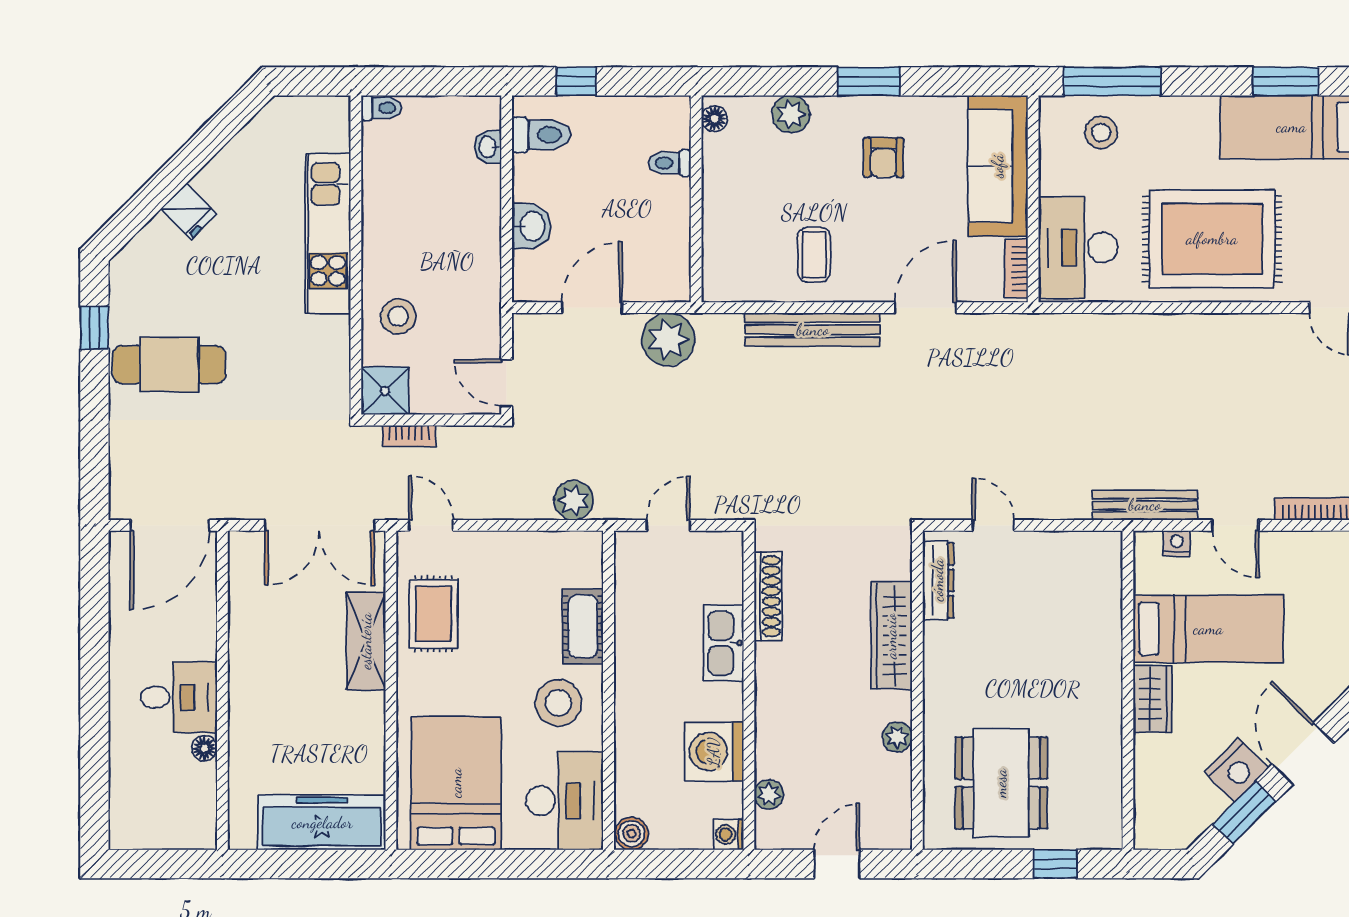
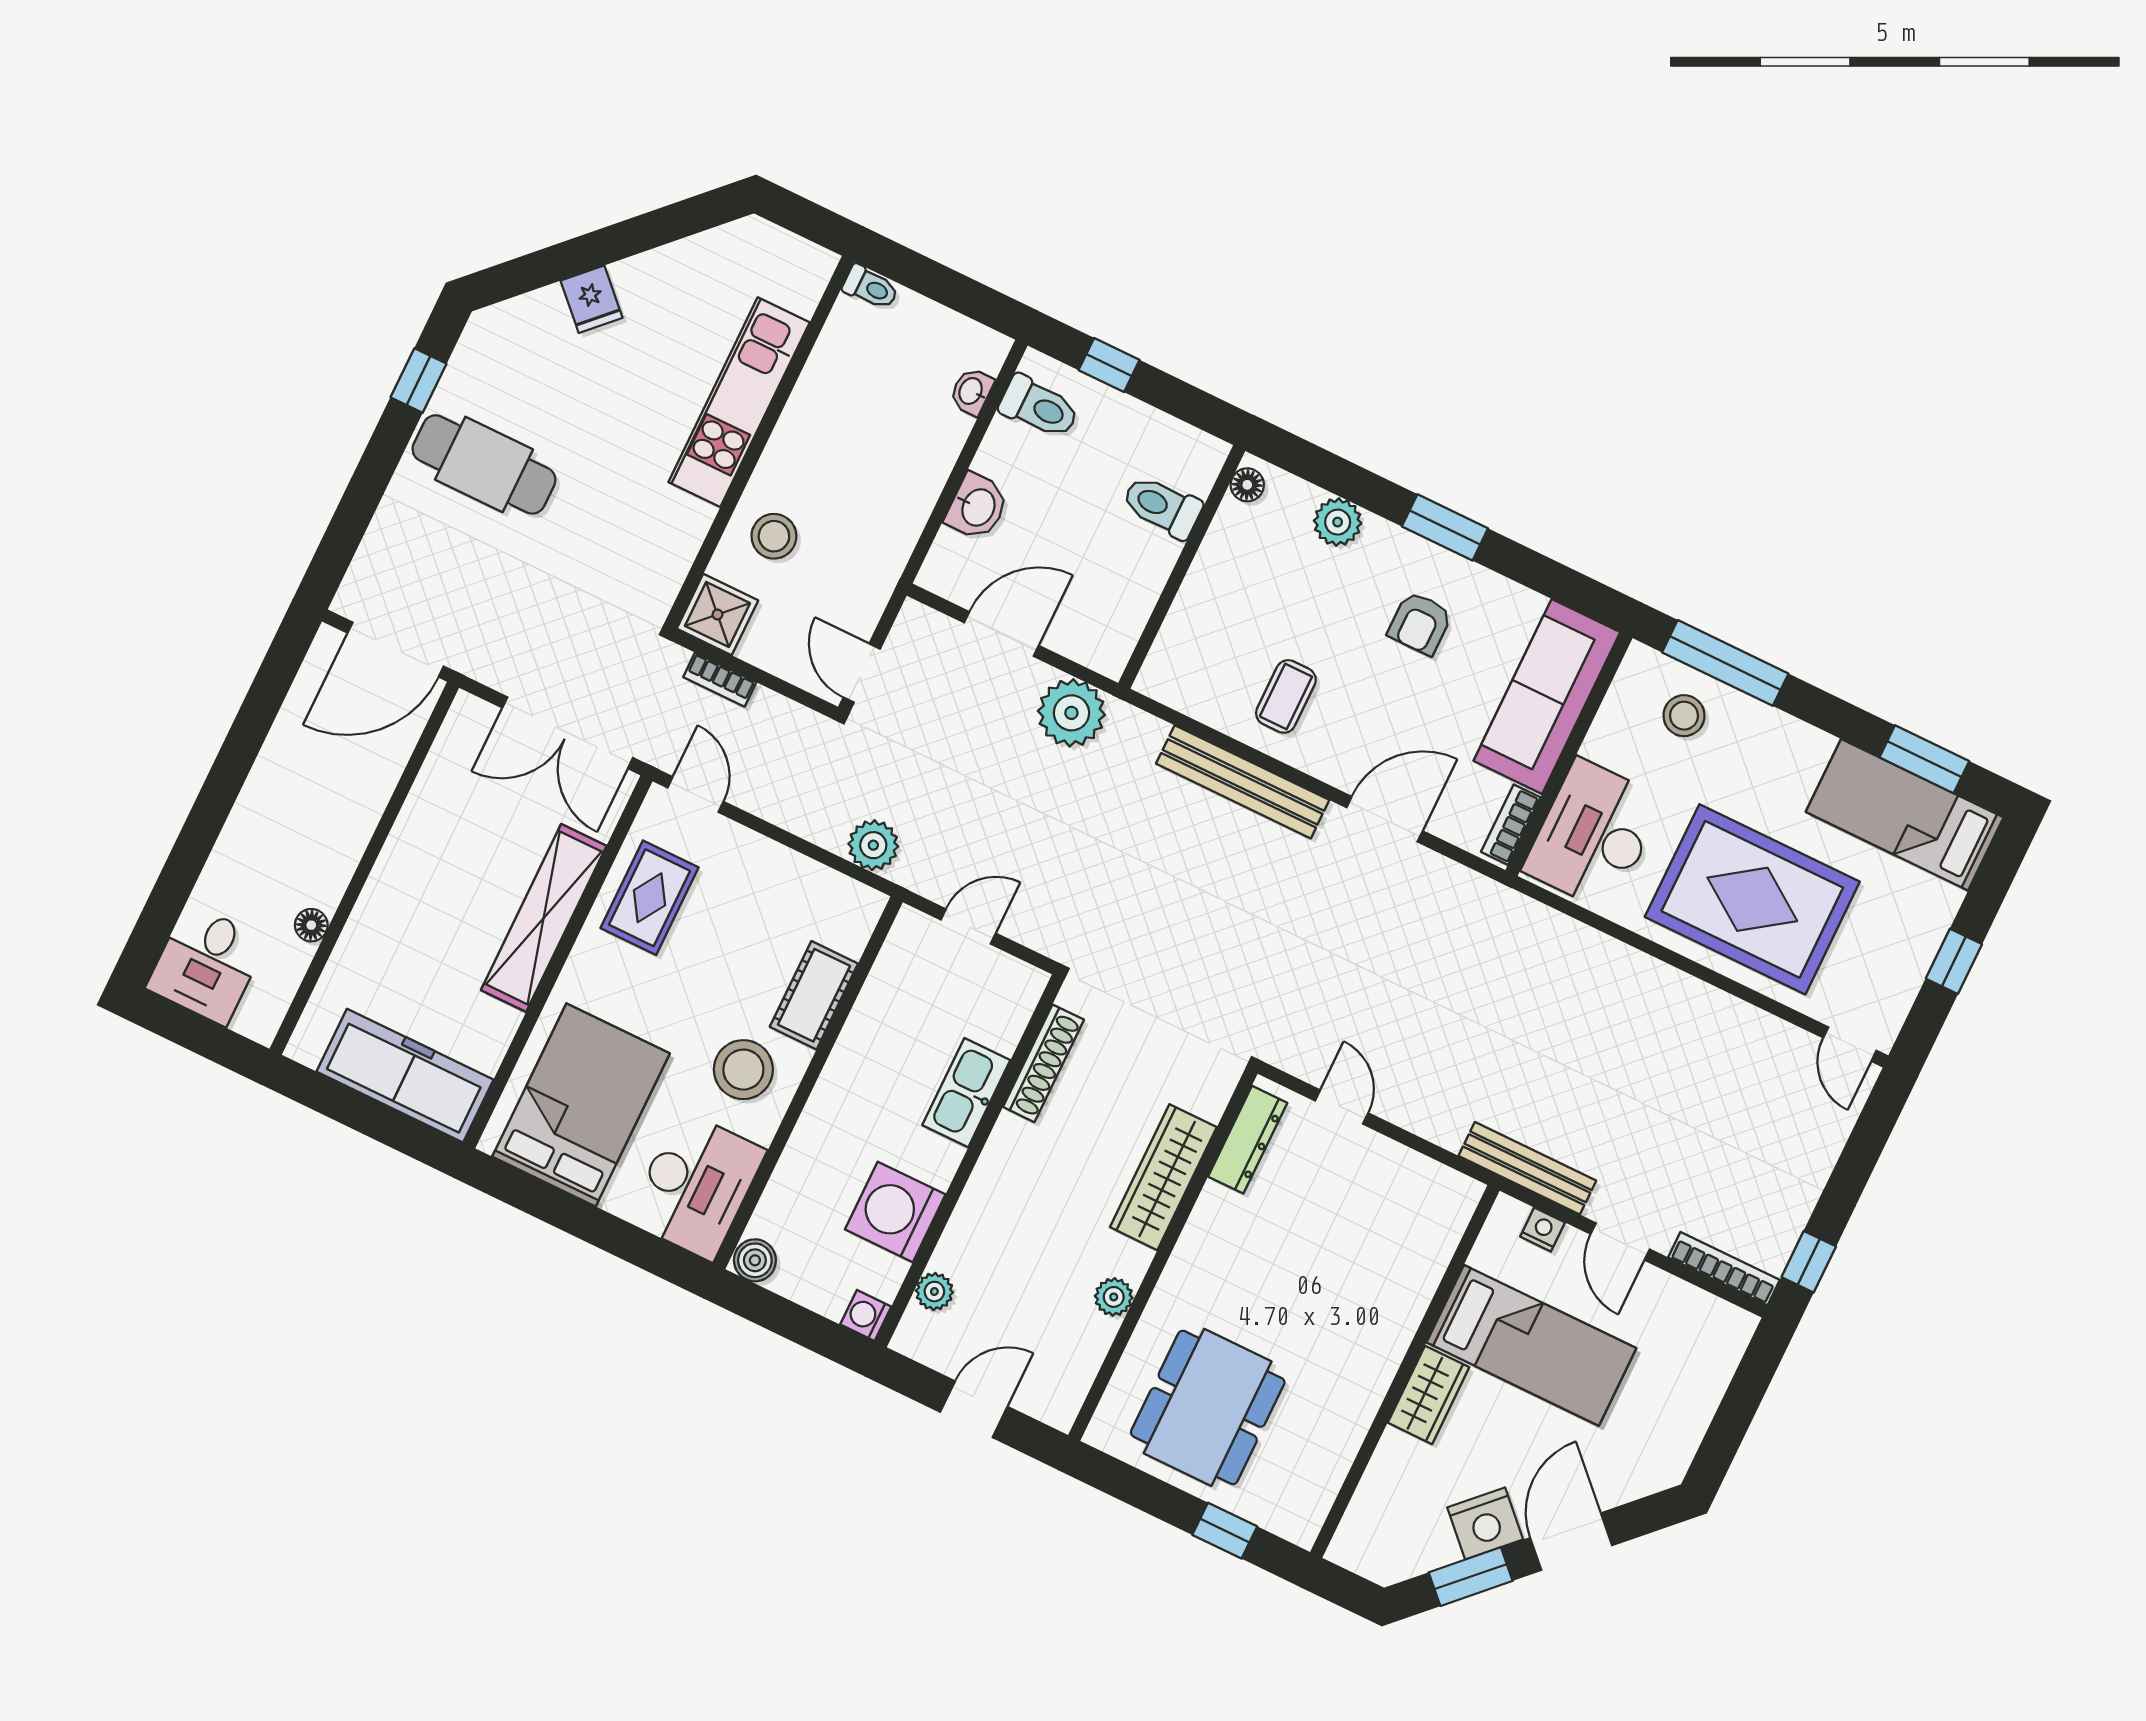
toilet: (670, 163) -> (1162, 507), width x1.37, depth x1.39
shelving: (366, 641) -> (544, 918), width x1.47
desk: (179, 697) -> (207, 964), moved, turned 90

